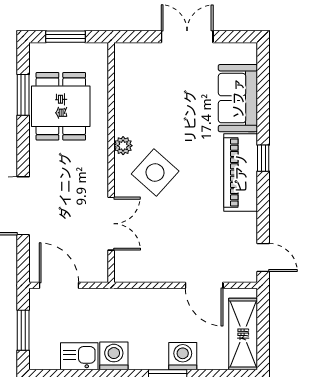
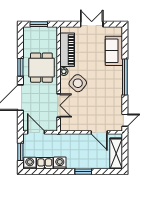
window: (23, 95) -> (20, 67), moved
dining table: (61, 106) -> (41, 68), moved
window: (263, 158) -> (125, 77), width x3.17
piano: (241, 173) -> (67, 50), moved, turned 180
door: (263, 257) -> (125, 120), hinge flipped
washing machine: (183, 356) -> (30, 163), moved

